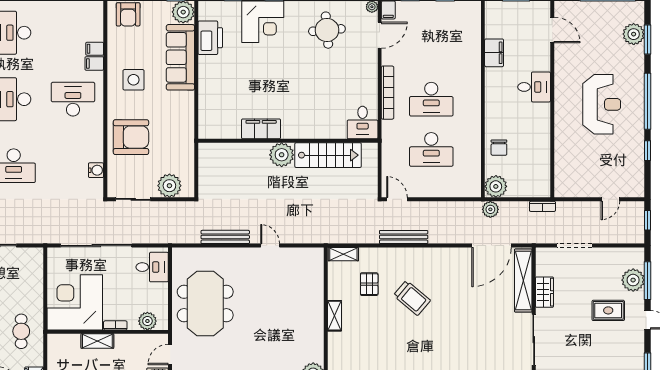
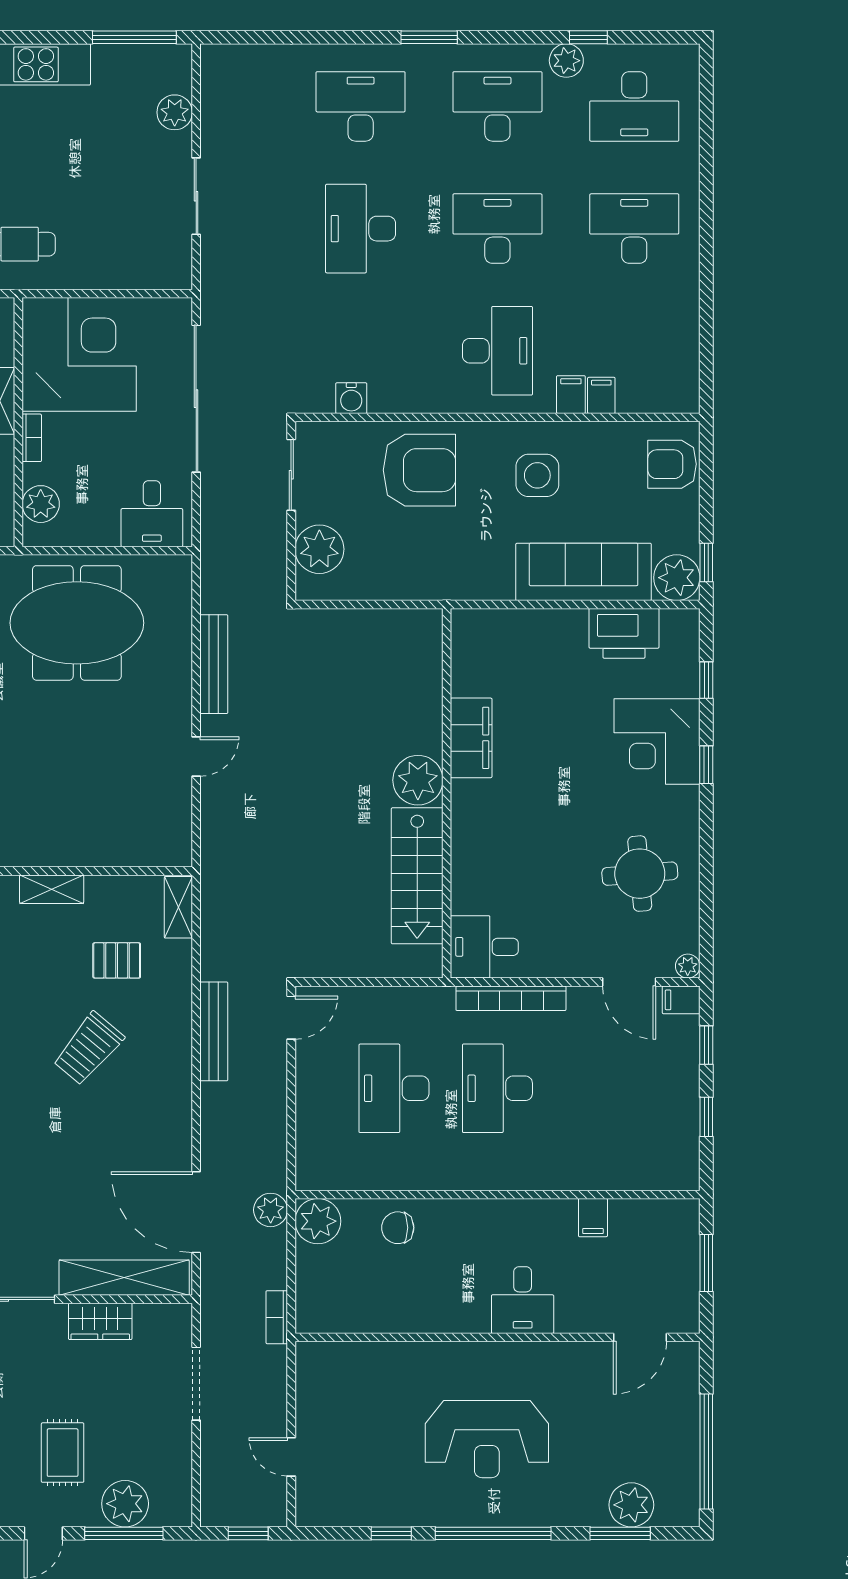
filing cabinet: (494, 53) -> (593, 1218), width x0.50
desk: (363, 123) -> (484, 947), moved
filing cabinet: (261, 129) -> (471, 738), moved
armchair: (131, 137) -> (419, 470), turned -90
wall: (288, 141) -> (447, 793), moved
plant: (282, 155) -> (418, 780), moved
stairs: (328, 155) -> (417, 876), moved

